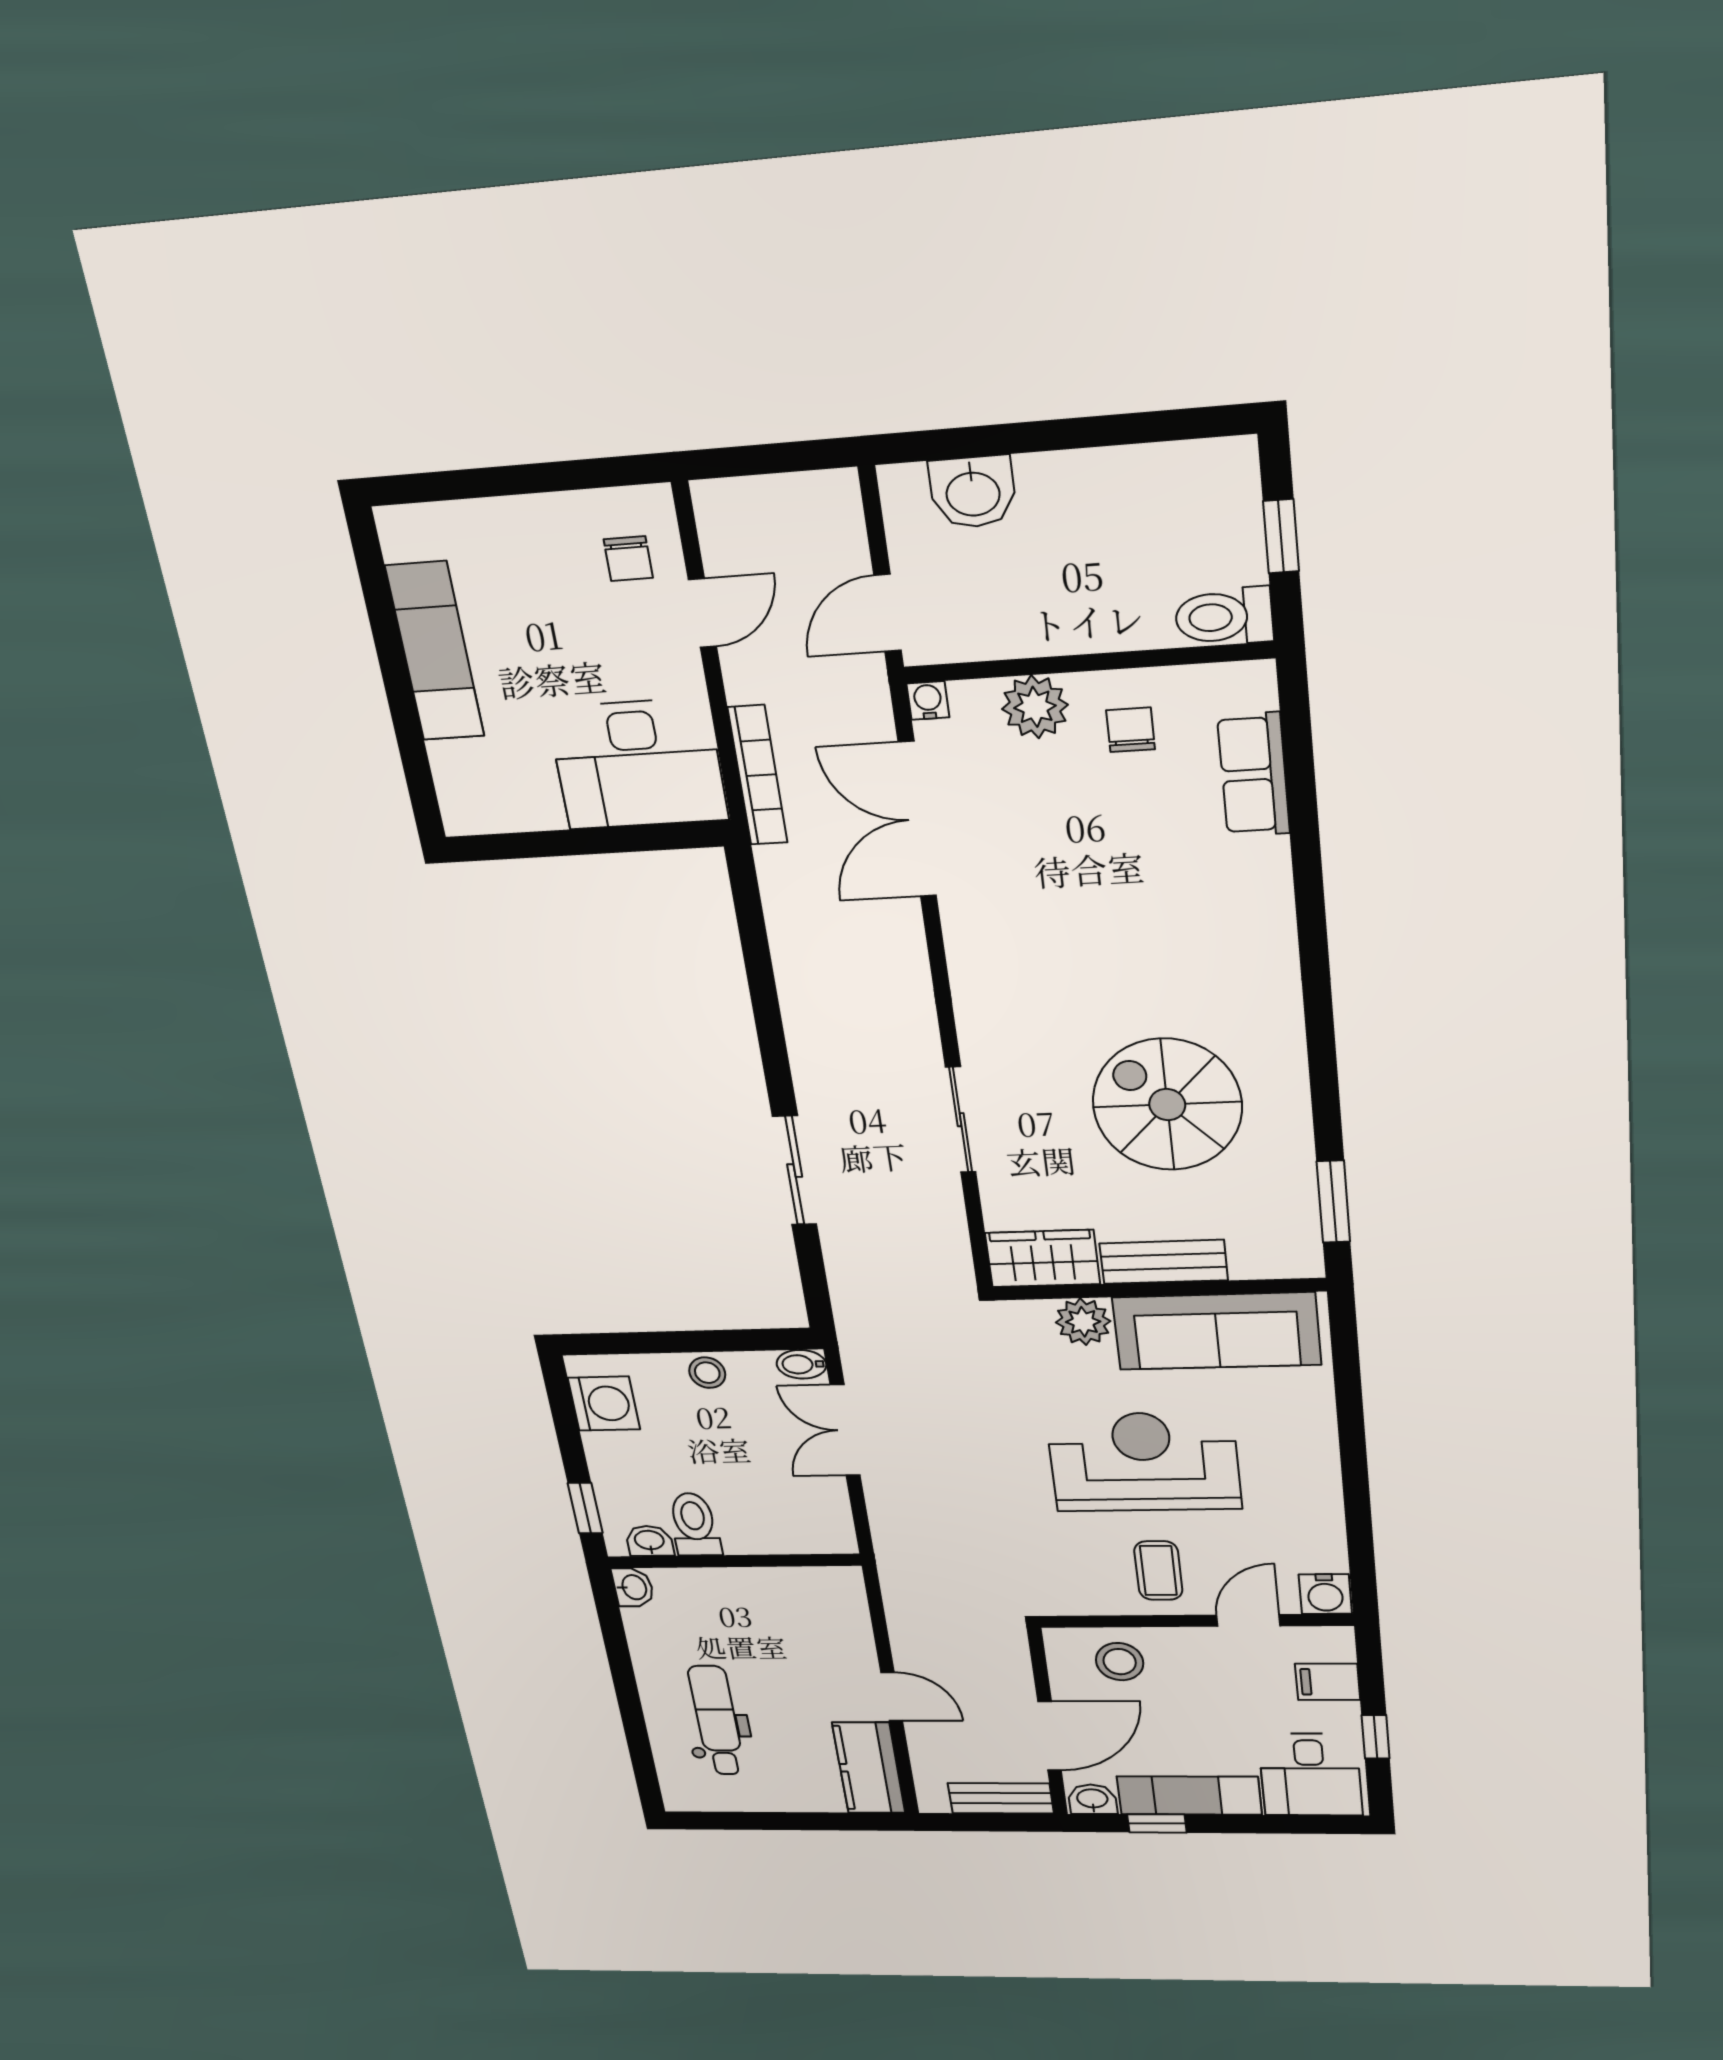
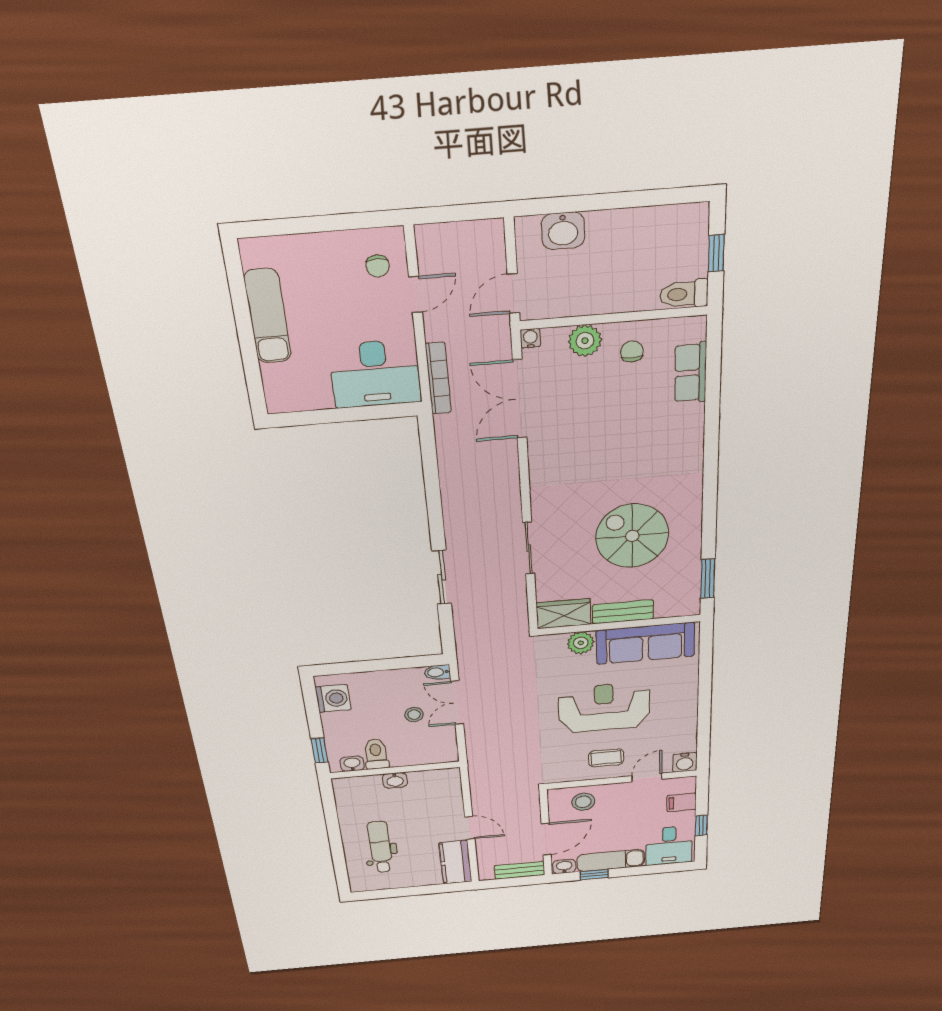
stool: (707, 1373) -> (414, 715), moved
coffee table: (1158, 1571) -> (606, 758), turned 90
washbasin: (633, 1587) -> (395, 780), moved, turned 90

